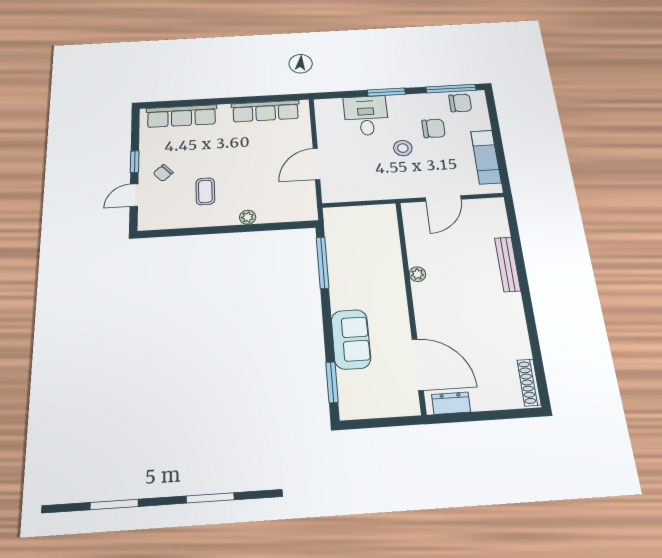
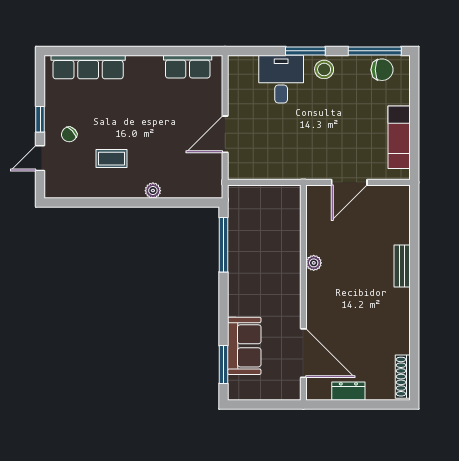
row of seats: (265, 111) -> (188, 67), width x0.68
chair: (434, 128) -> (350, 99), removed
stool: (403, 148) -> (324, 69), moved
coffee table: (205, 191) -> (112, 159), turned 90
bench: (508, 264) -> (402, 266), width x0.73
sofa: (351, 339) -> (244, 346), moved
dresser: (451, 403) -> (348, 391), moved

